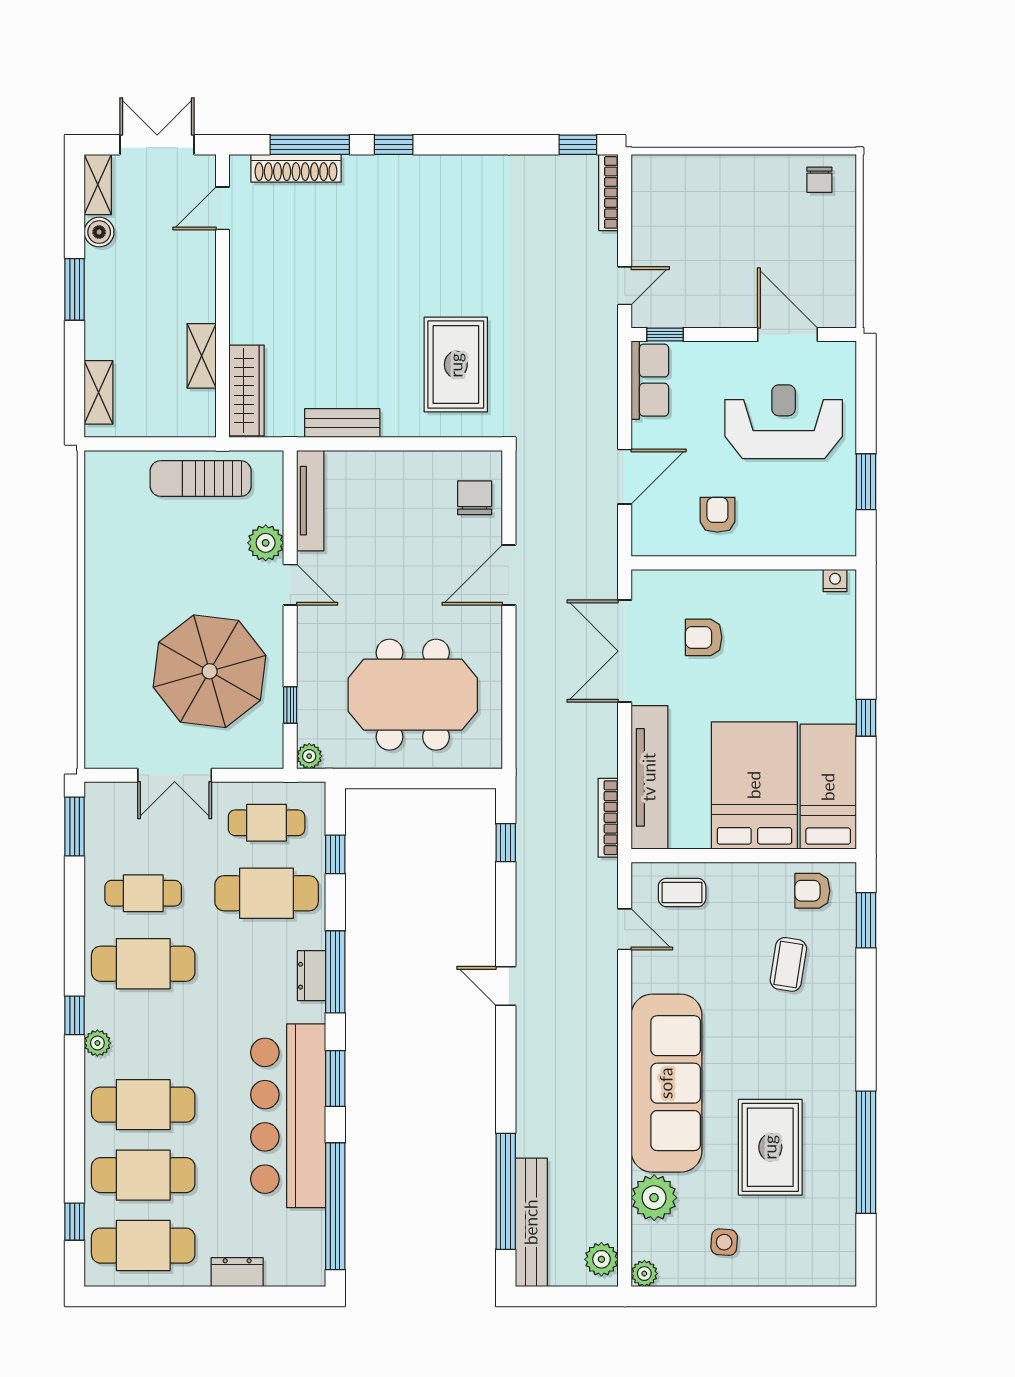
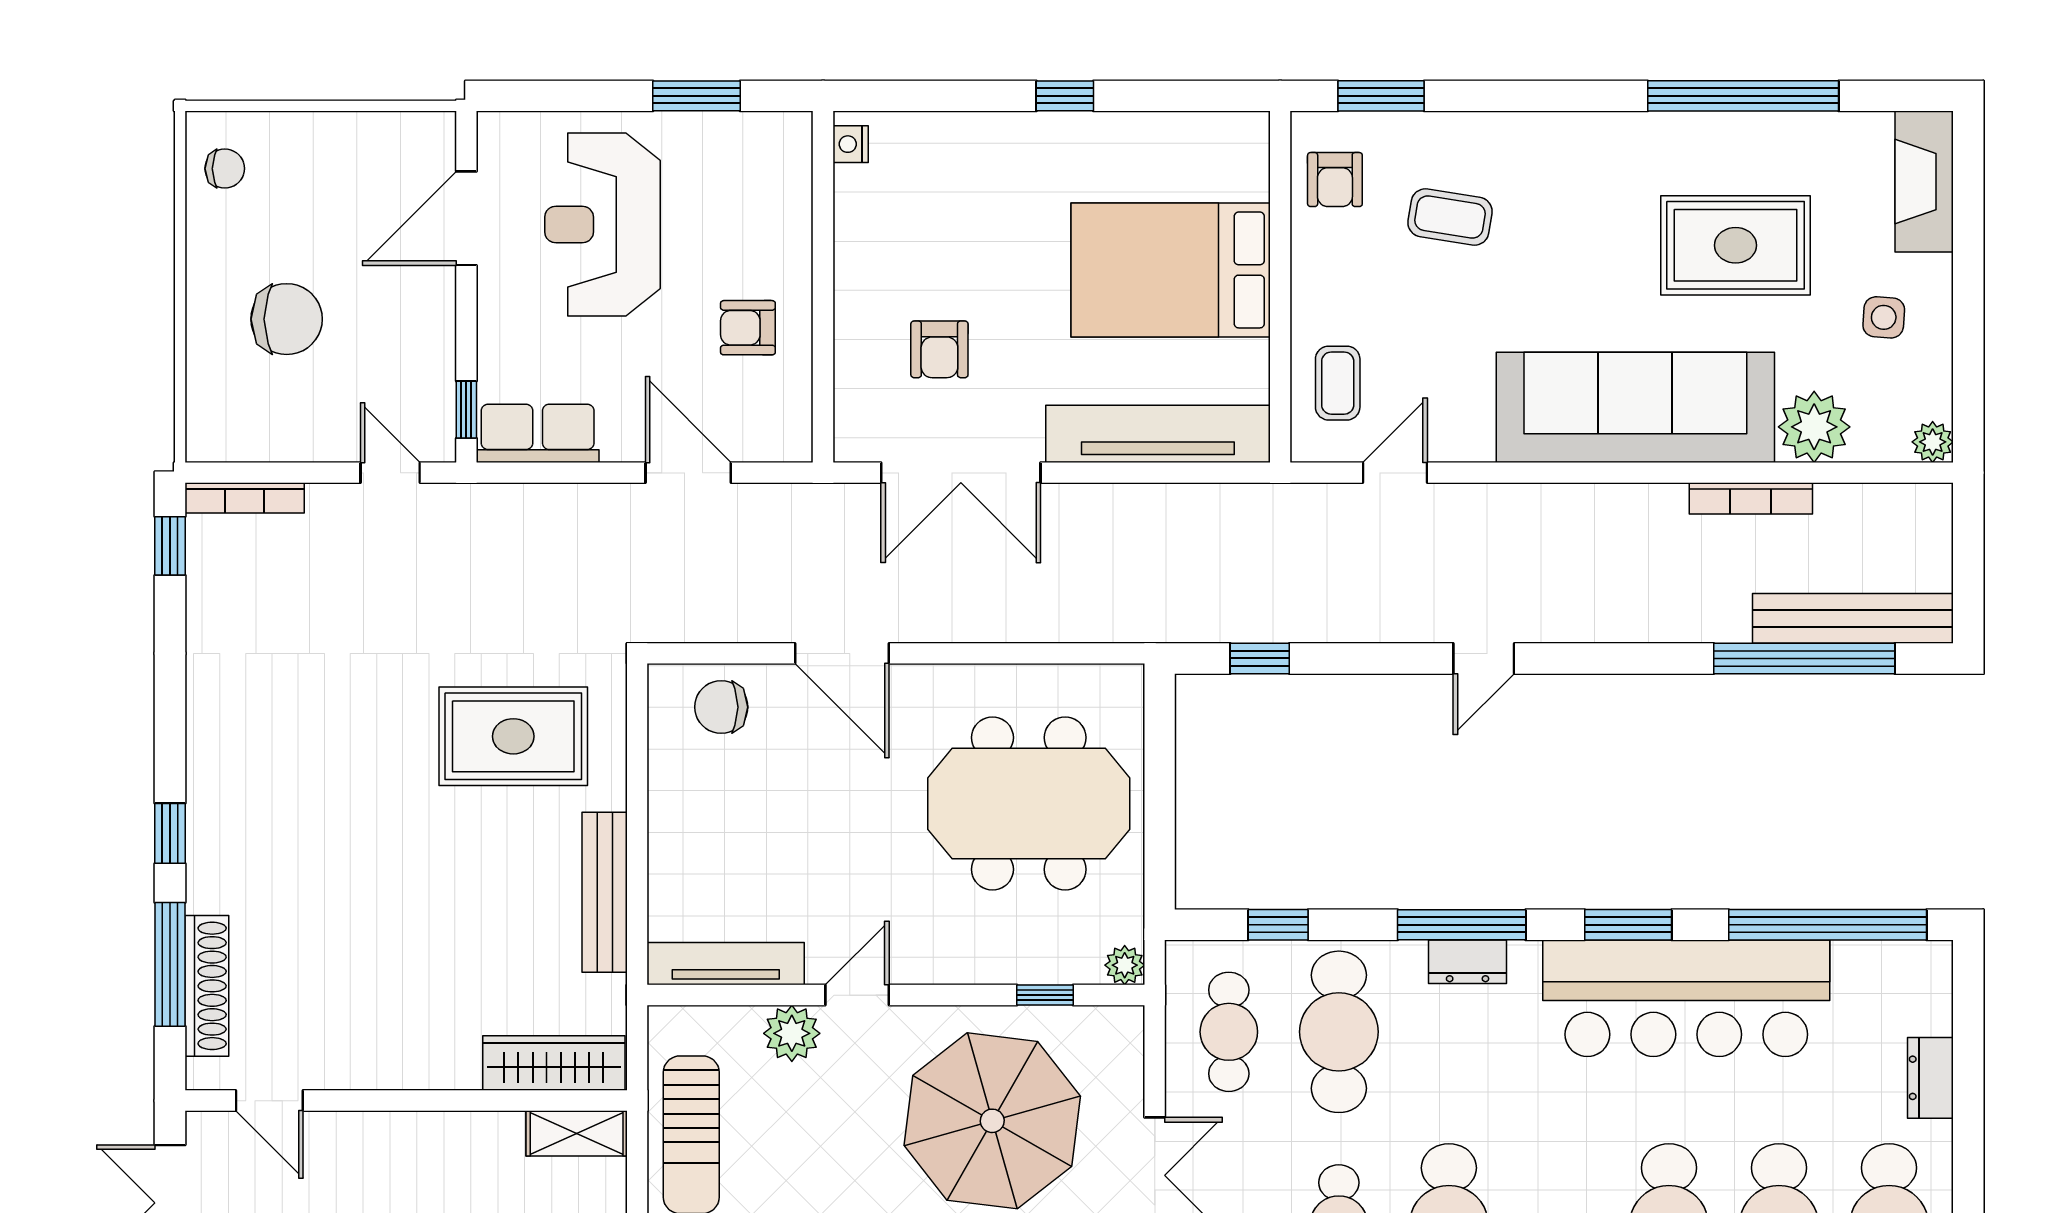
chair: (723, 219) -> (287, 319), added
shelving: (202, 356) -> (577, 1133), moved
bench: (342, 423) -> (605, 892), width x1.36
meeting table: (413, 695) -> (1029, 804), turned 90
bed: (828, 787) -> (1172, 155), removed
bookcase: (608, 818) -> (1751, 498), moved
plant: (601, 1259) -> (1910, 509), removed
fireplace: (811, 1268) -> (1924, 182), added

